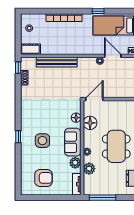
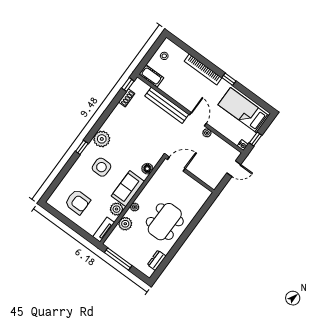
window: (98, 11) -> (229, 79), moved
door: (113, 56) -> (198, 119), moved
plant: (28, 120) -> (102, 139), added
floor lamp: (90, 123) -> (157, 183), removed

